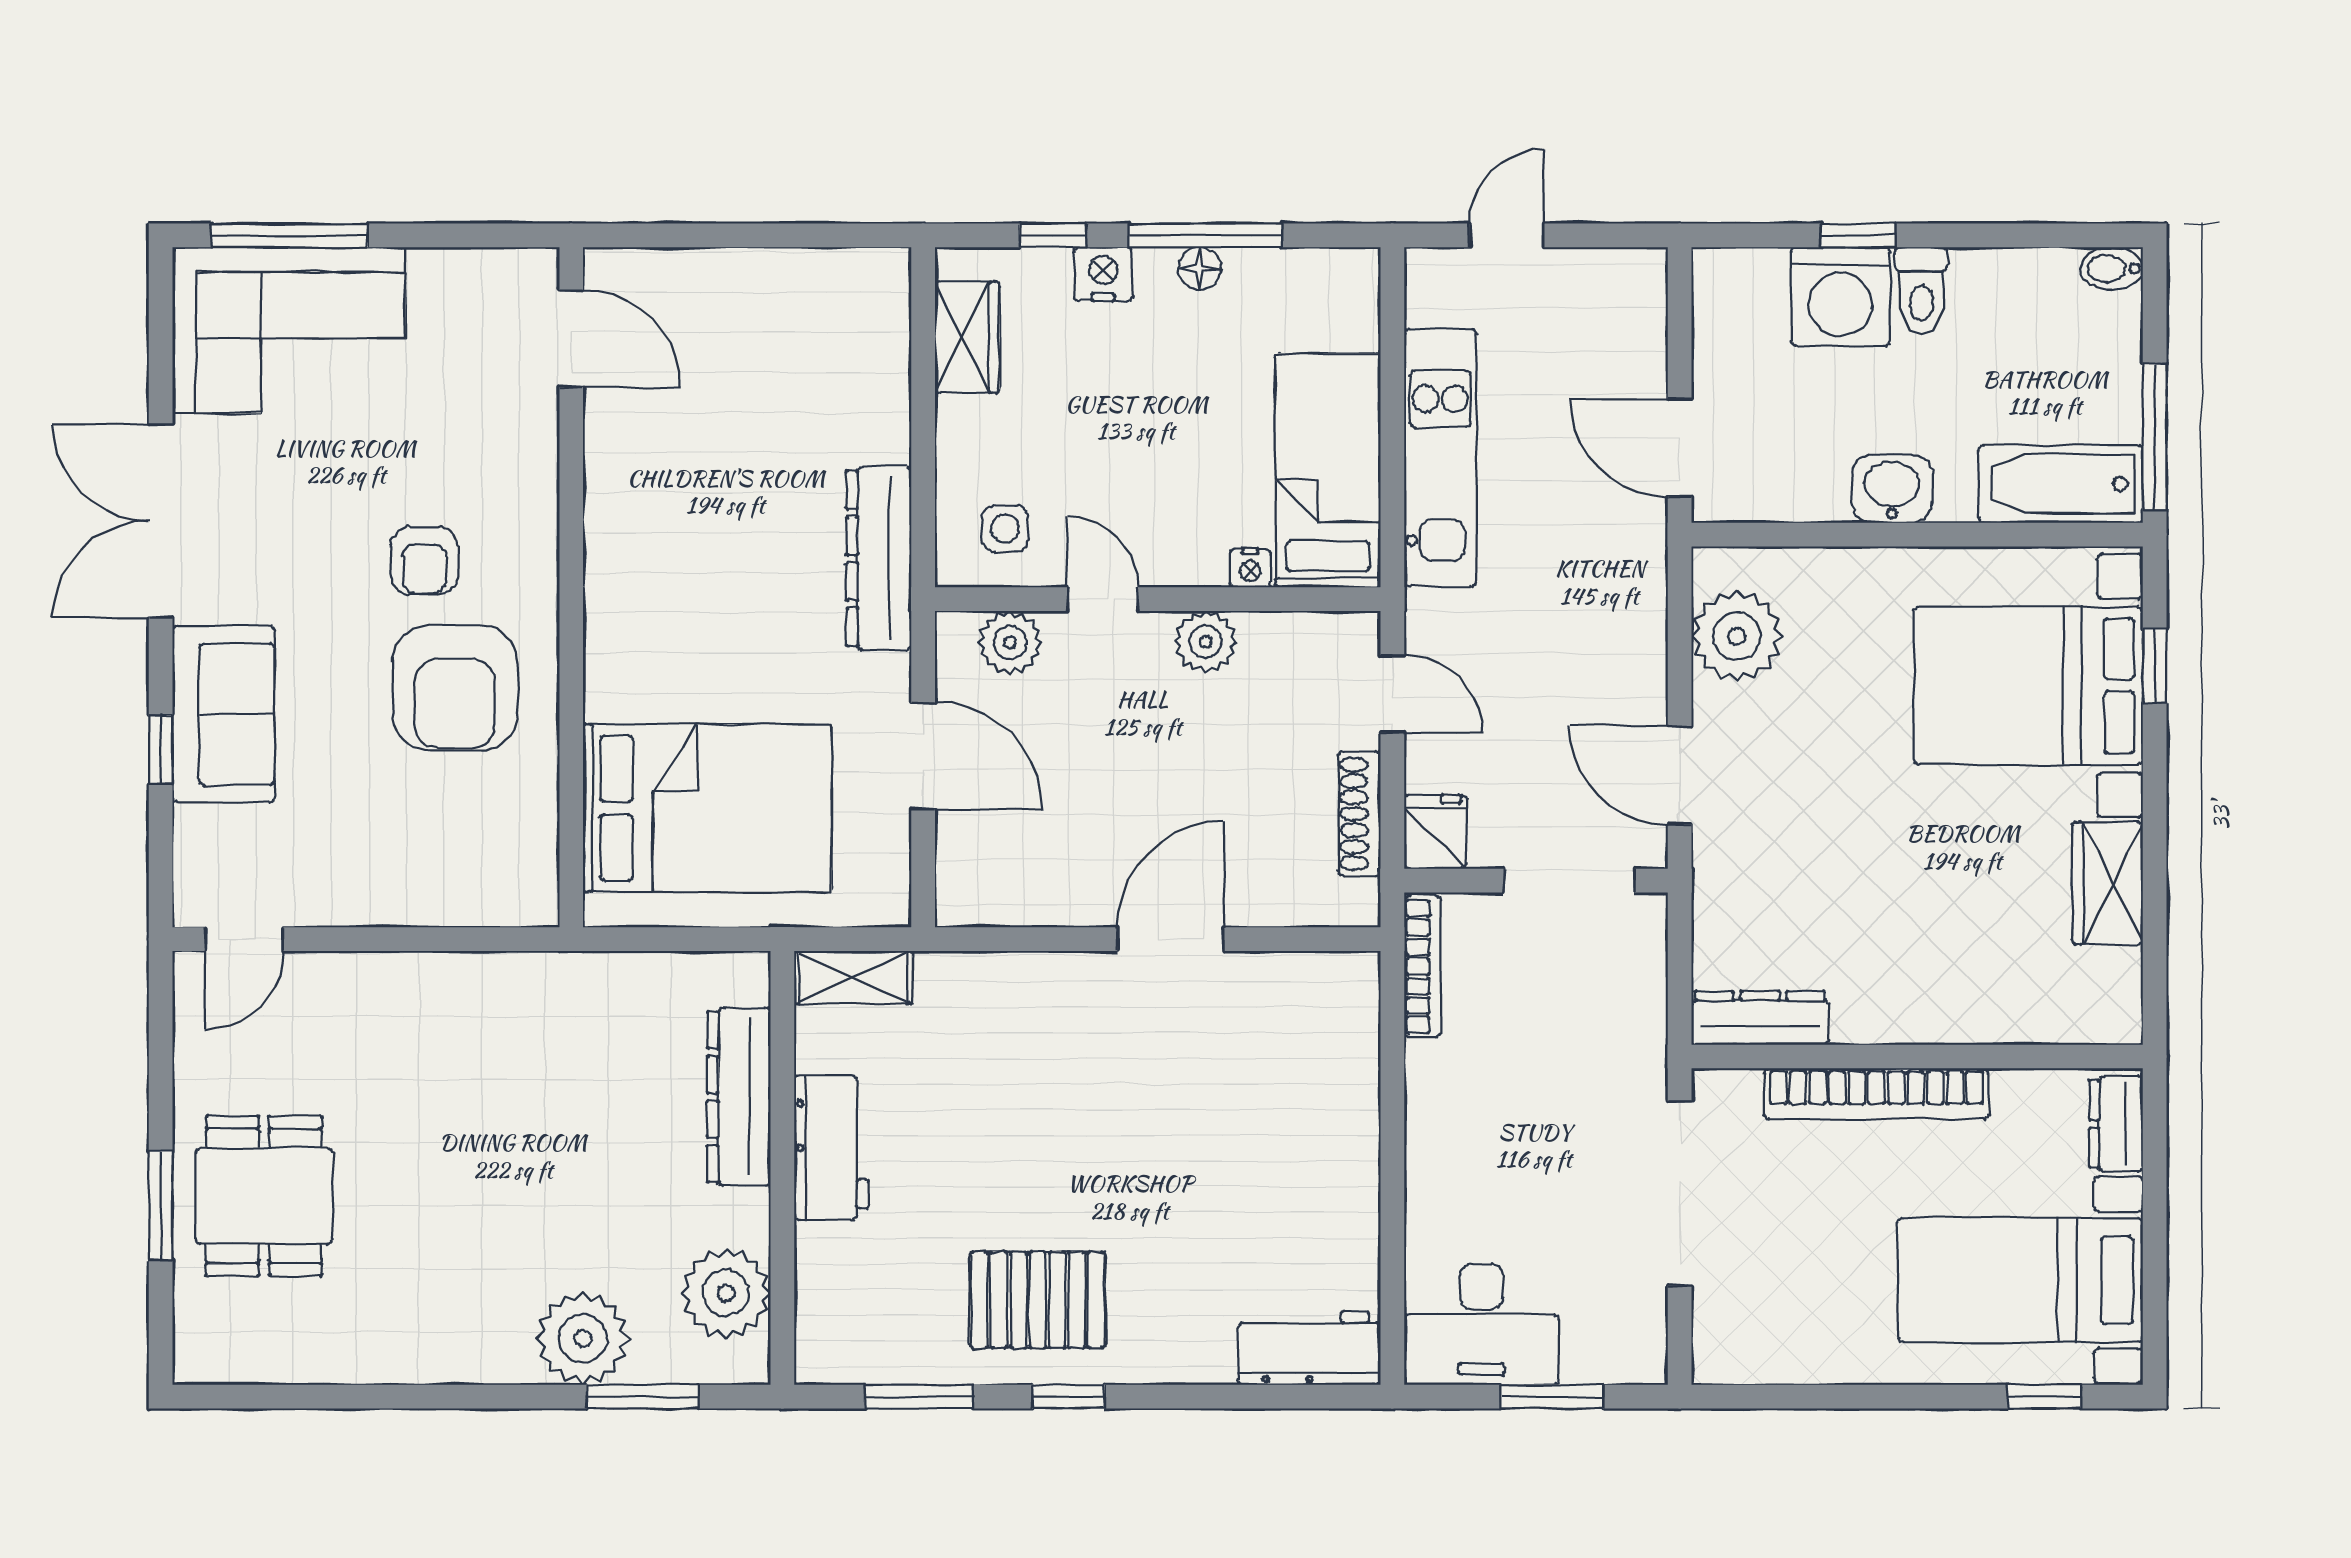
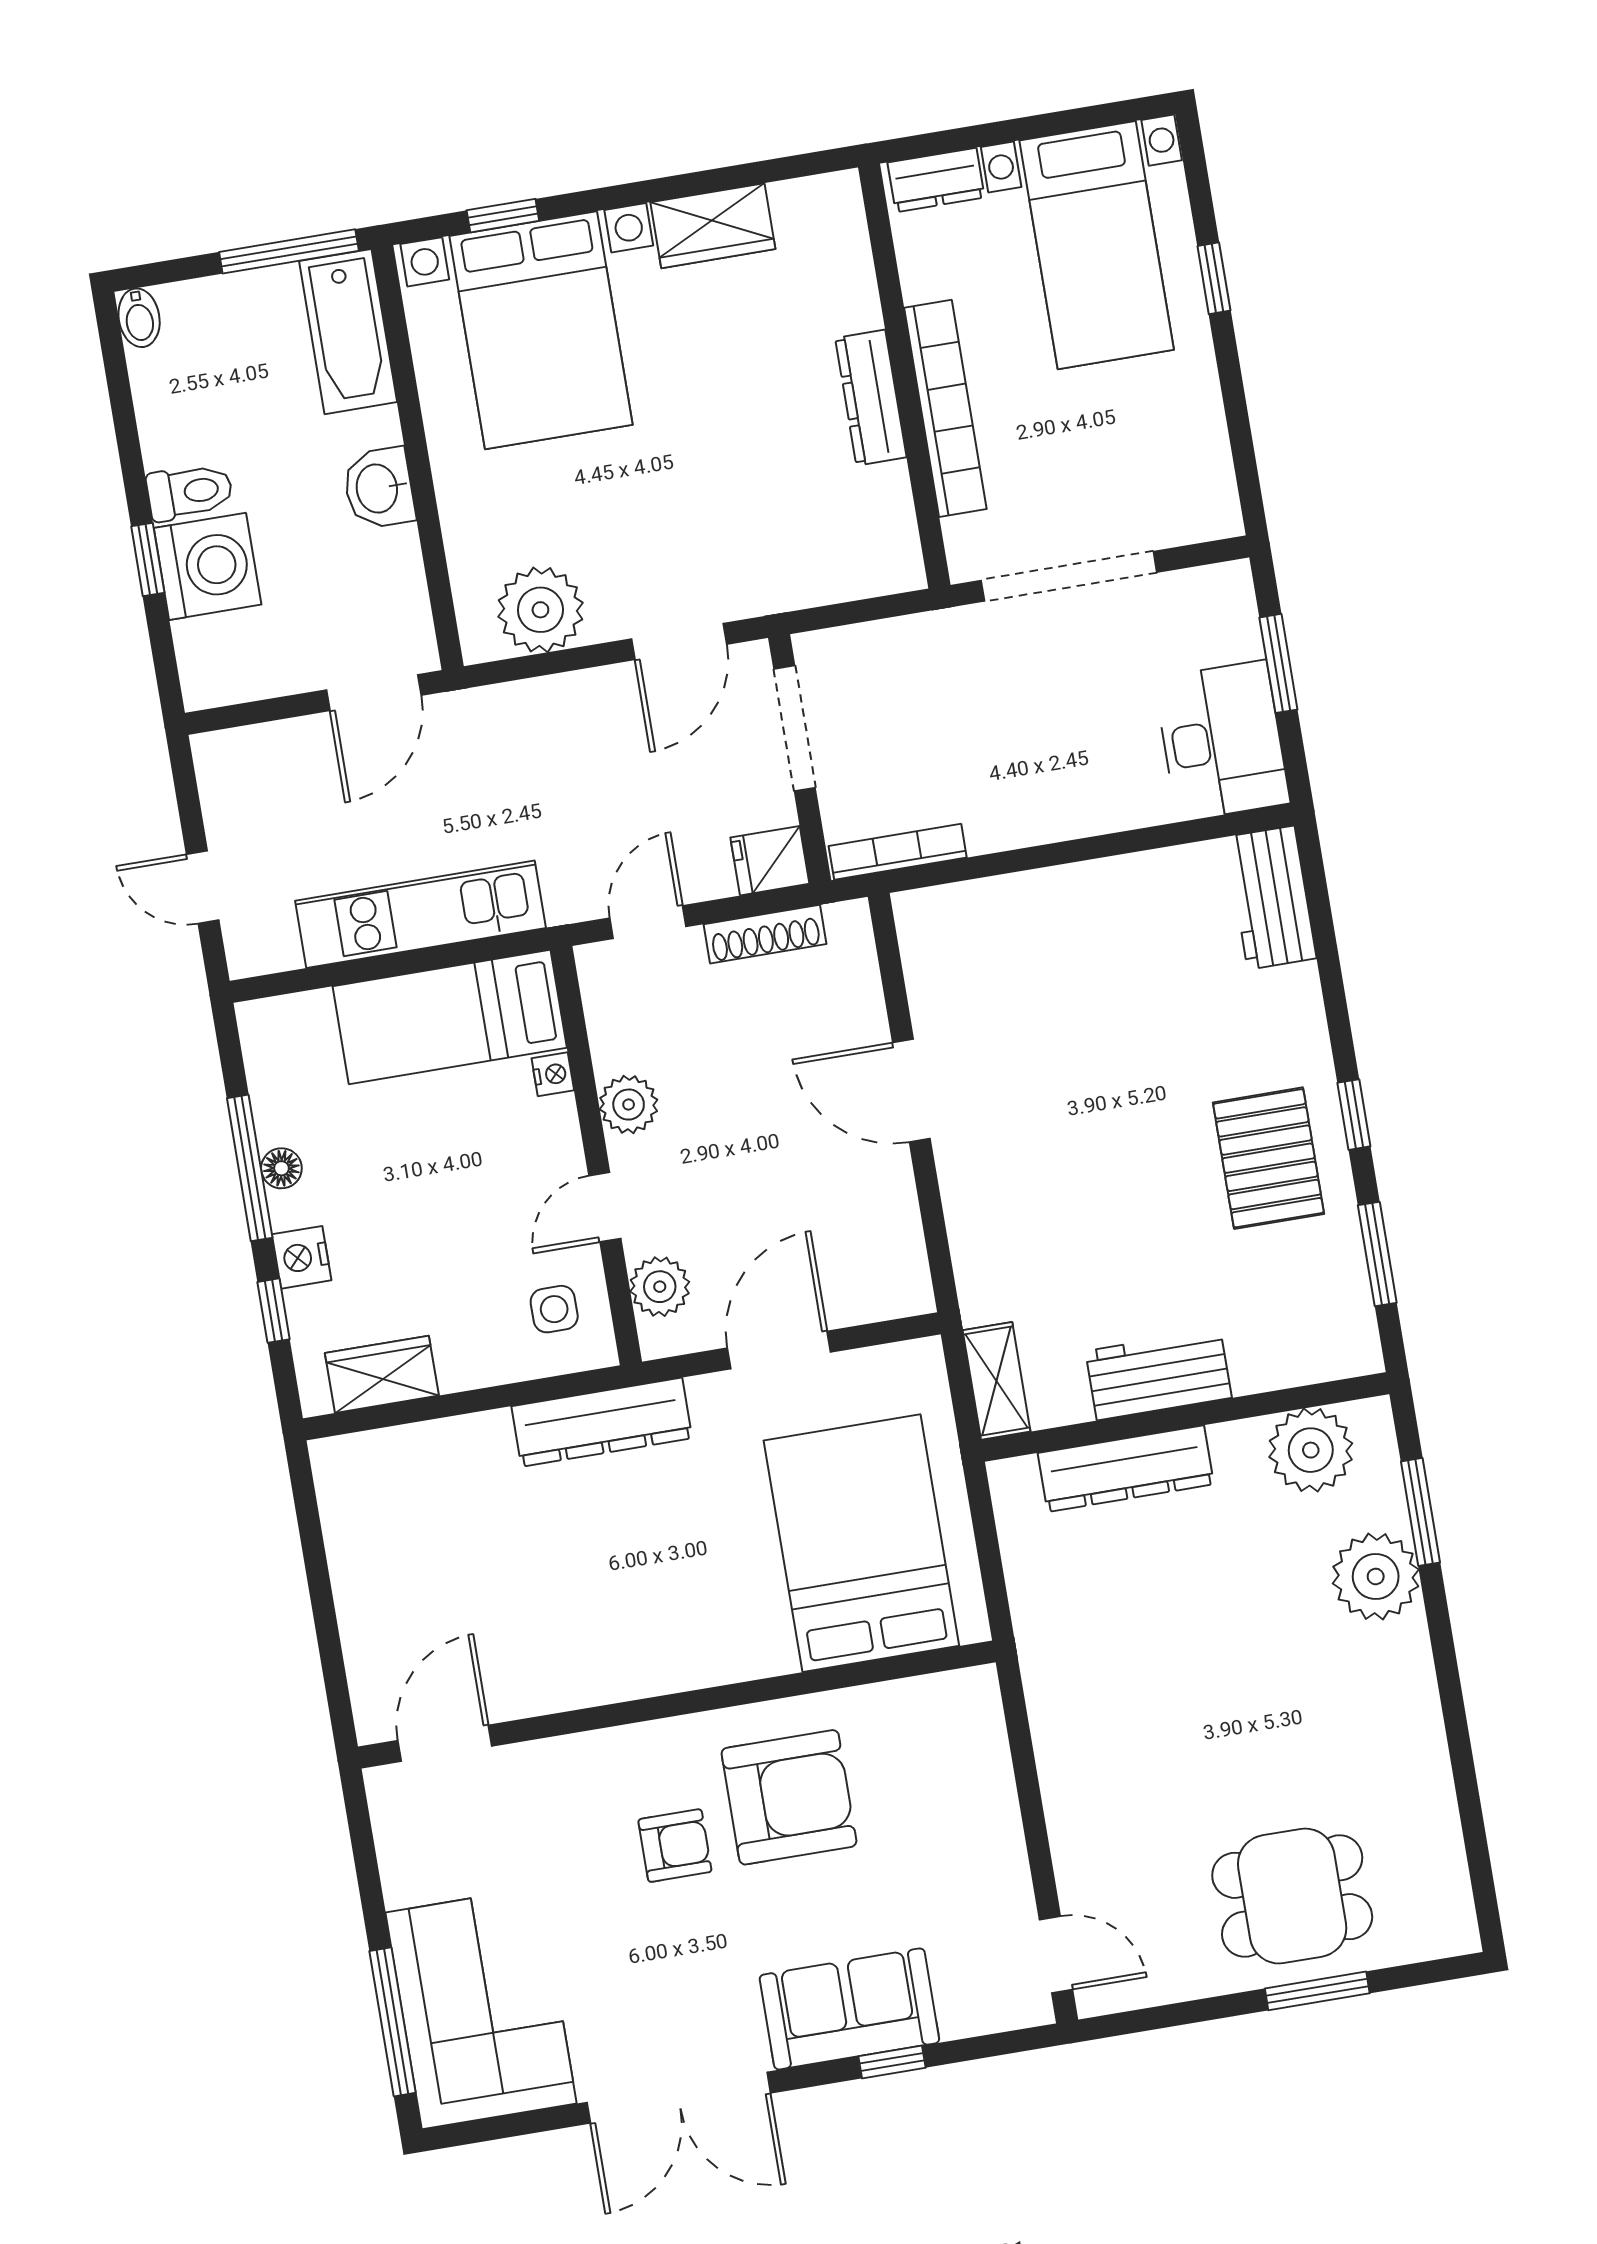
dresser: (1760, 1018) -> (871, 398), moved
window: (2044, 1397) -> (1214, 278), moved

